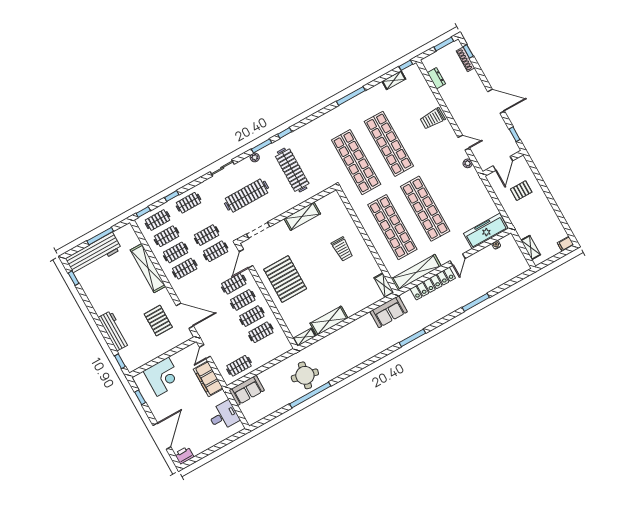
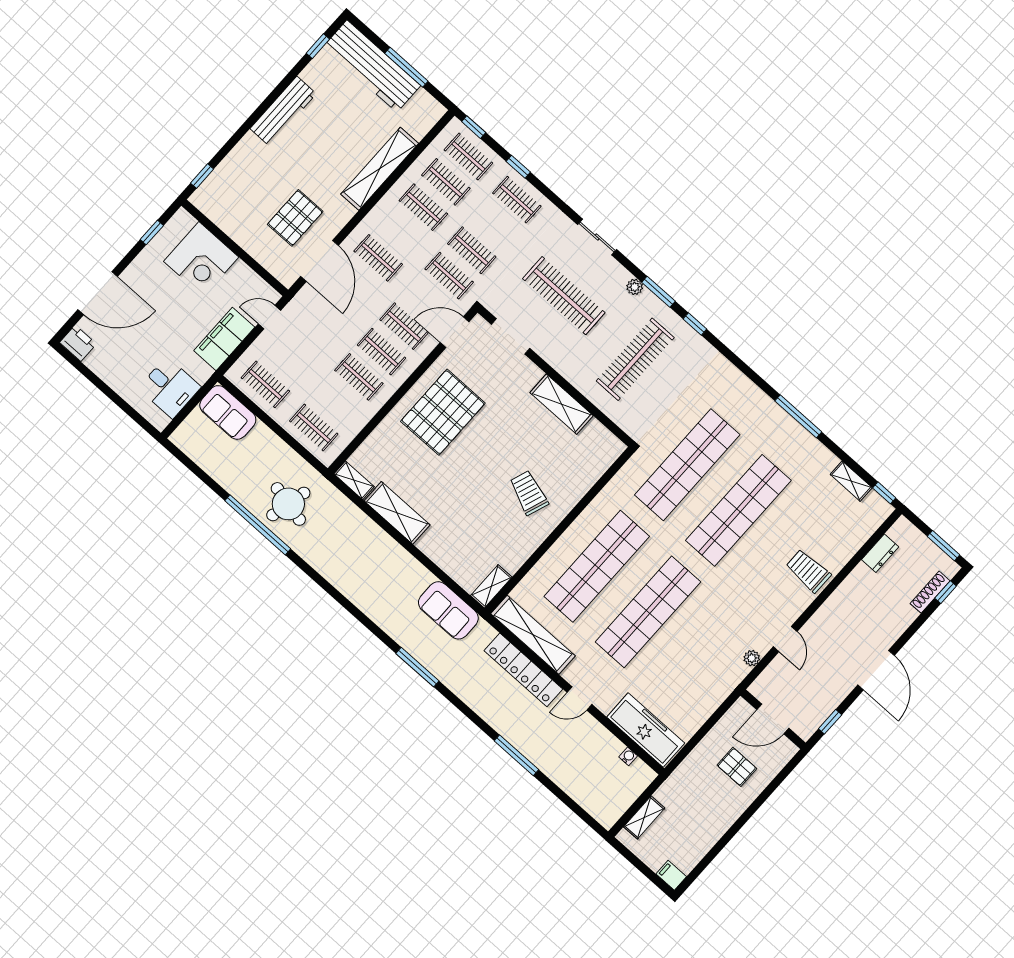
trolley: (342, 249) -> (529, 493), turned 110
clothes rail: (185, 269) -> (378, 258), moved
workbench: (114, 331) -> (283, 111), moved
clothes rail: (261, 332) -> (314, 428), moved

